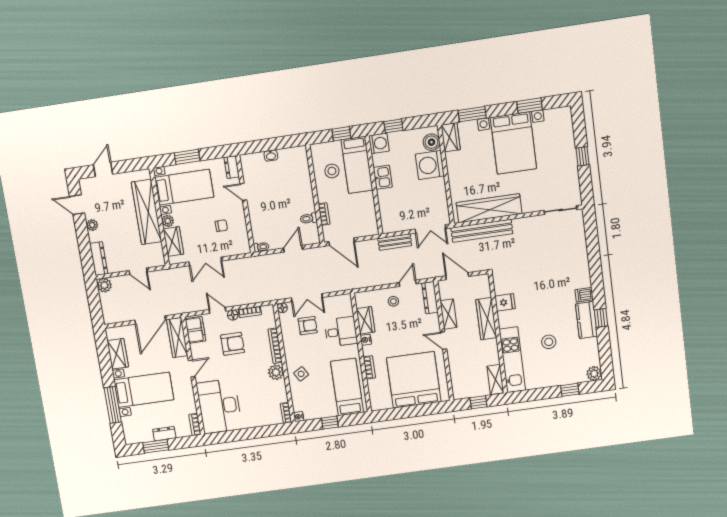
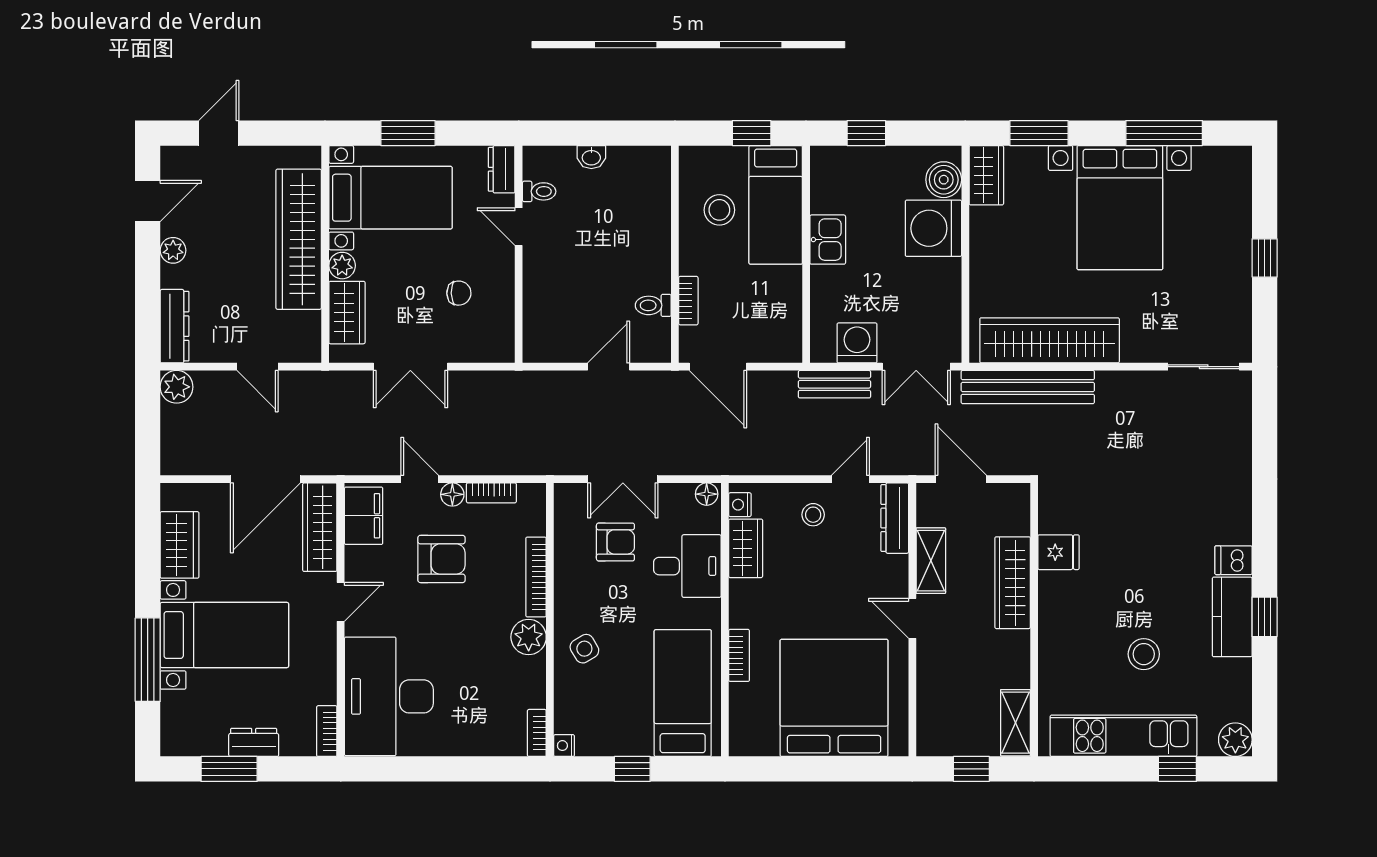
window: (530, 106) -> (1164, 133), width x1.44
washing machine: (379, 143) -> (857, 343), moved, turned -90
door: (77, 205) -> (148, 201), swing flipped
toilet: (261, 247) -> (539, 191), moved
floor lamp: (282, 308) -> (707, 494), moved
nightstand: (366, 340) -> (740, 505), moved
kitchen unit: (512, 360) -> (1123, 736), moved, turned -90

